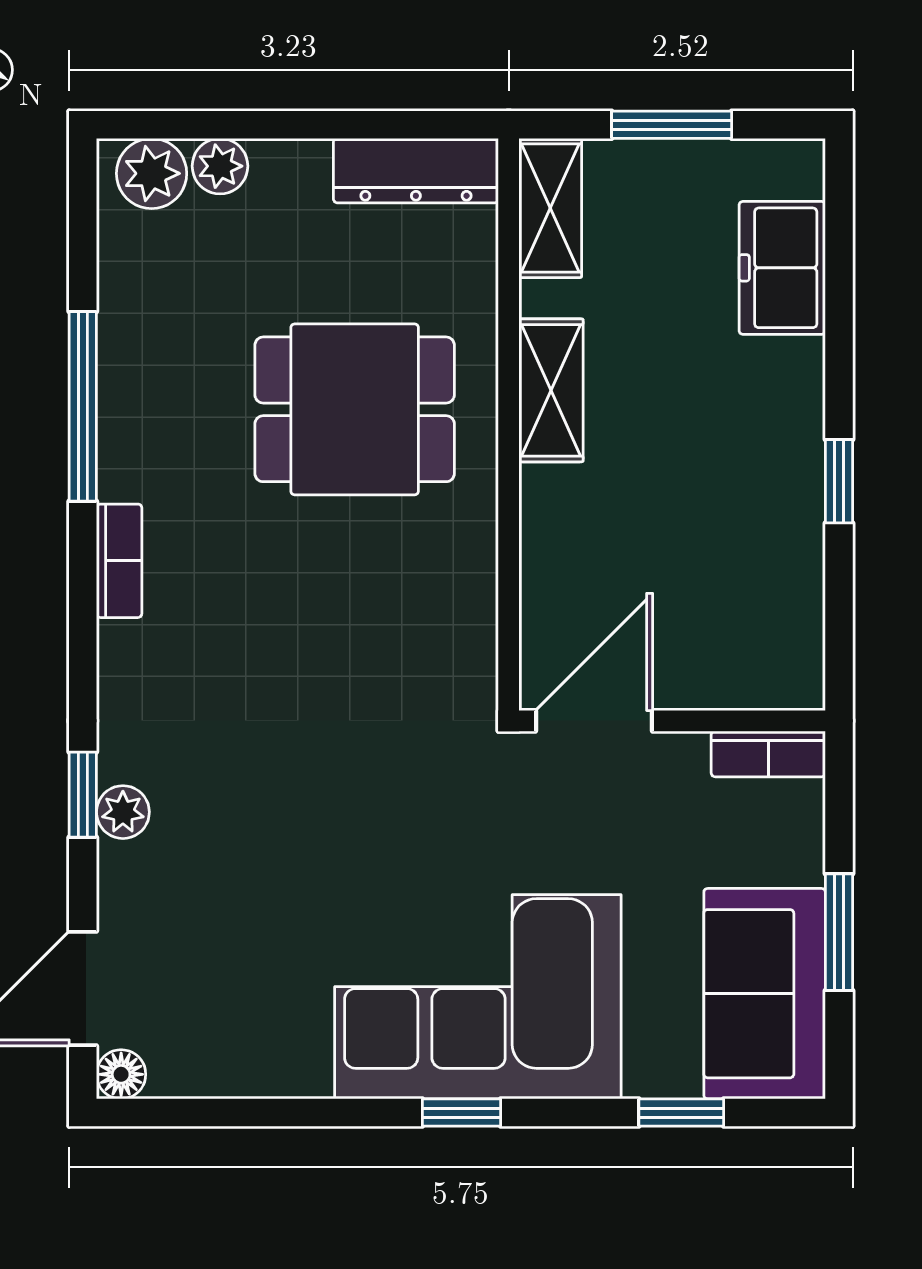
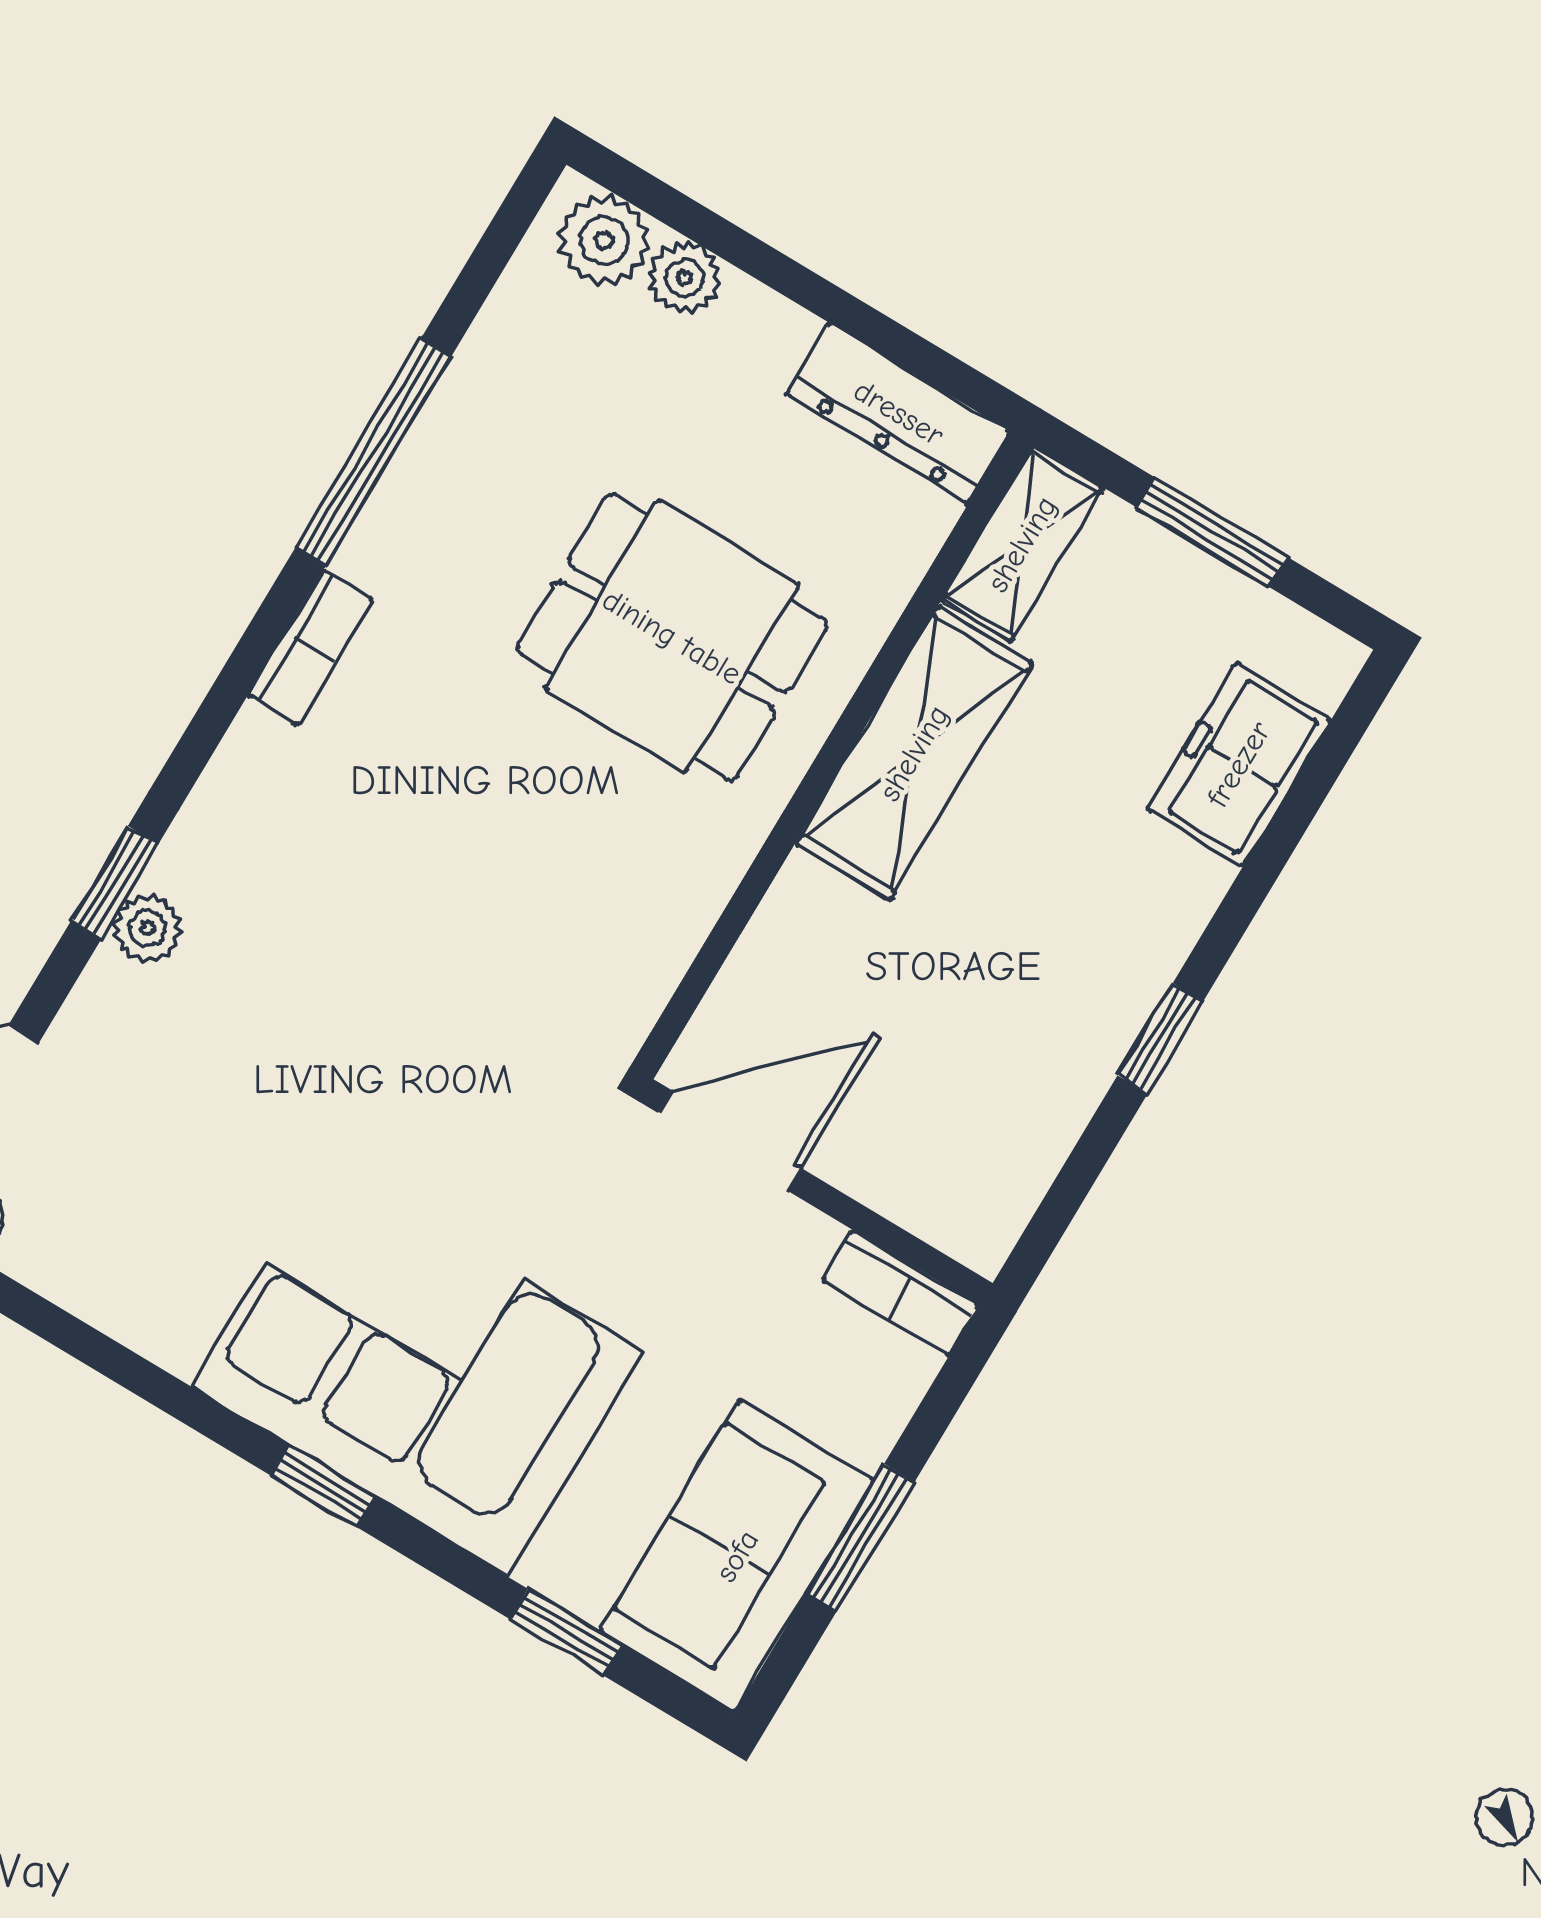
shelving: (551, 390) -> (914, 753), width x1.50, depth x1.33

